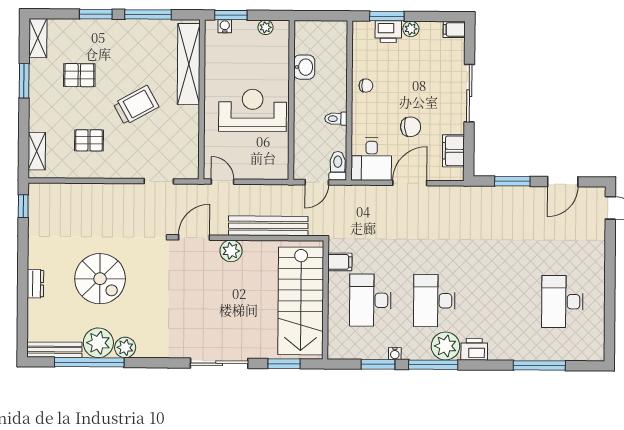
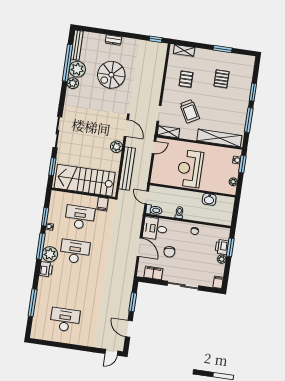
shelving: (38, 38) -> (168, 132), moved
trolley: (136, 105) -> (190, 111), moved
reception desk: (253, 110) -> (190, 169), turned 180

